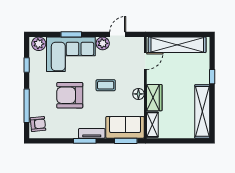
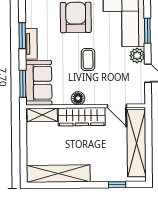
window: (71, 34) -> (147, 31), moved
window: (212, 77) -> (117, 185), moved
wardrobe: (154, 98) -> (82, 117), width x1.50

